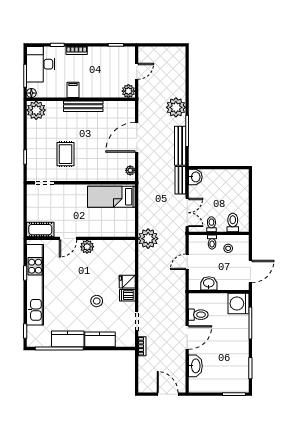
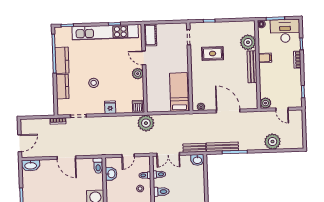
plant: (176, 107) -> (273, 142), moved
plant: (36, 110) -> (248, 42), moved
door: (187, 262) -> (128, 156), swing flipped
dishwasher: (127, 295) -> (138, 106), moved
toilet: (198, 315) -> (98, 166), moved
washbasin: (195, 366) -> (31, 165), moved

